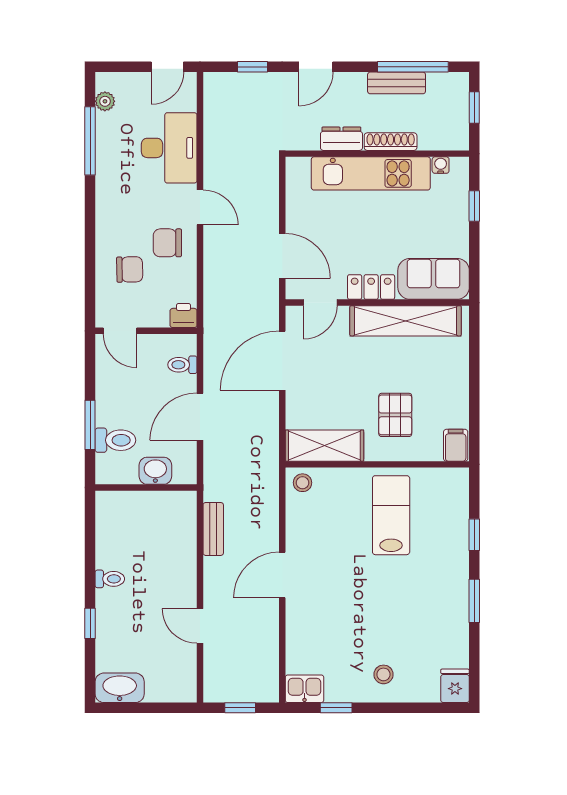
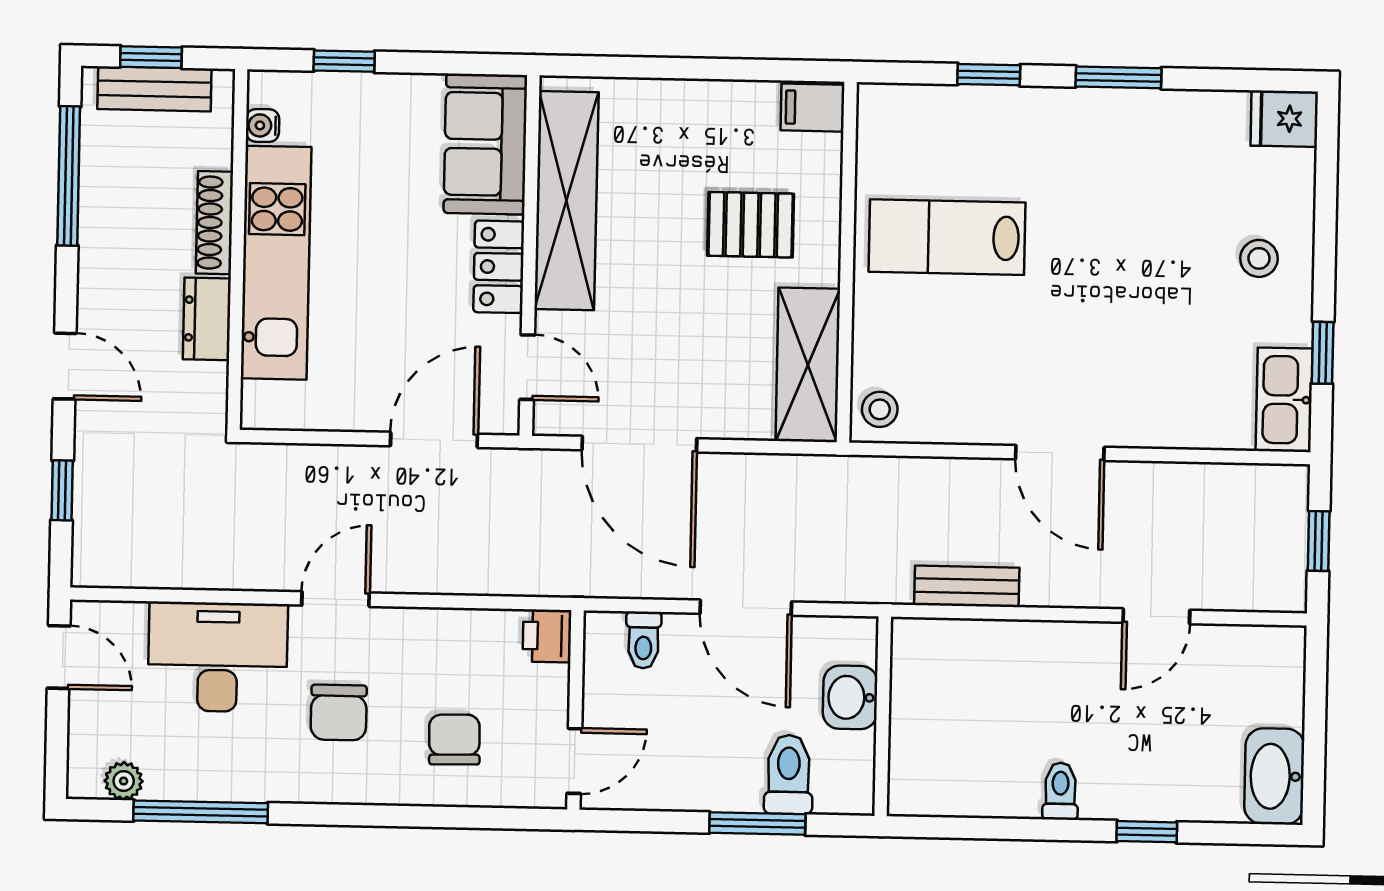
bench: (397, 83) -> (154, 89), moved, turned 90
chair: (167, 243) -> (339, 713), moved
kitchen sink: (305, 689) -> (1284, 400), width x1.38

